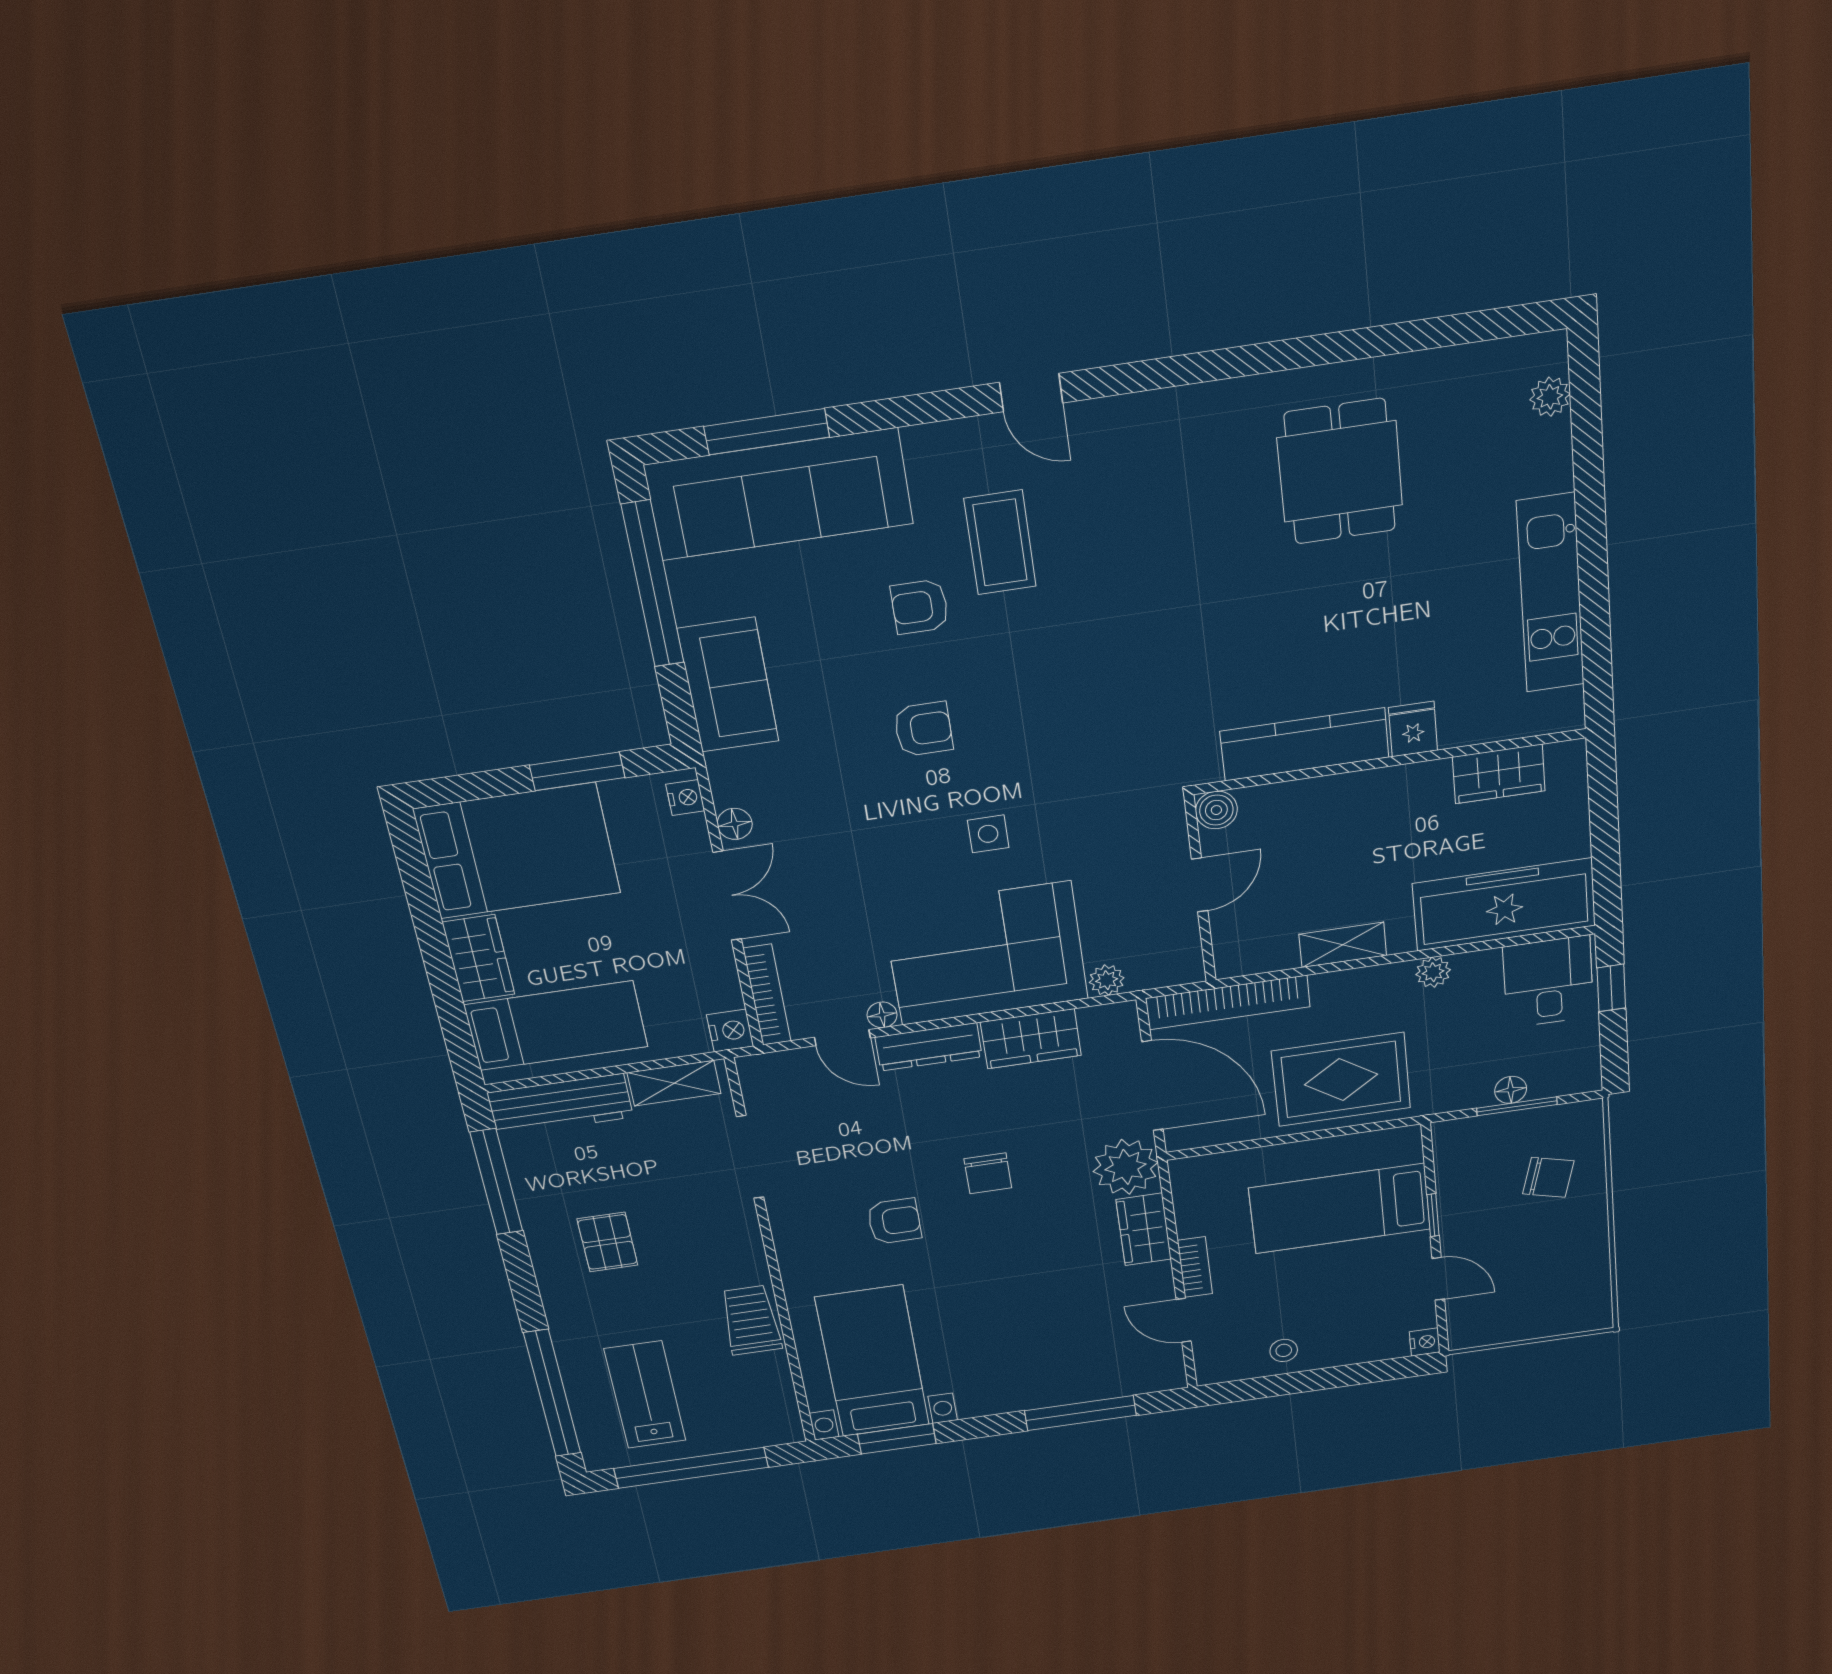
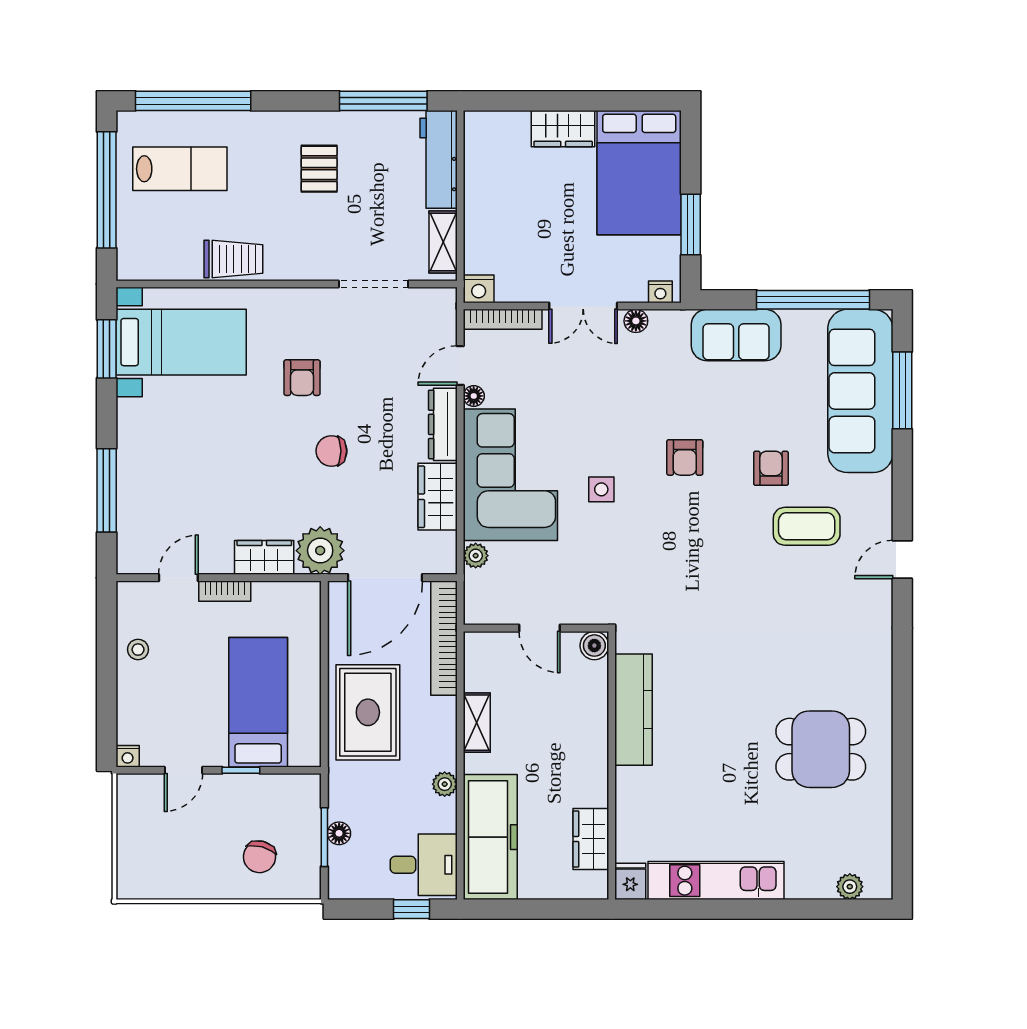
fridge: (1413, 729) -> (630, 881), moved, turned -90
bed: (556, 1026) -> (502, 170), removed
pallet: (607, 1242) -> (319, 169), turned 90

